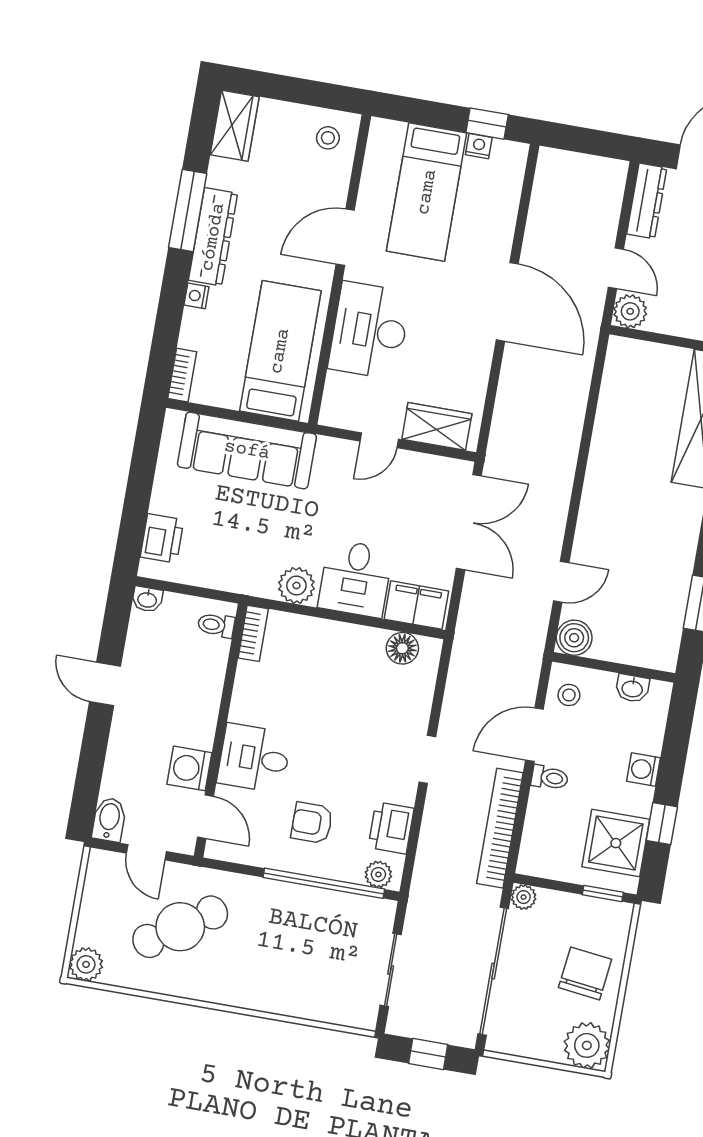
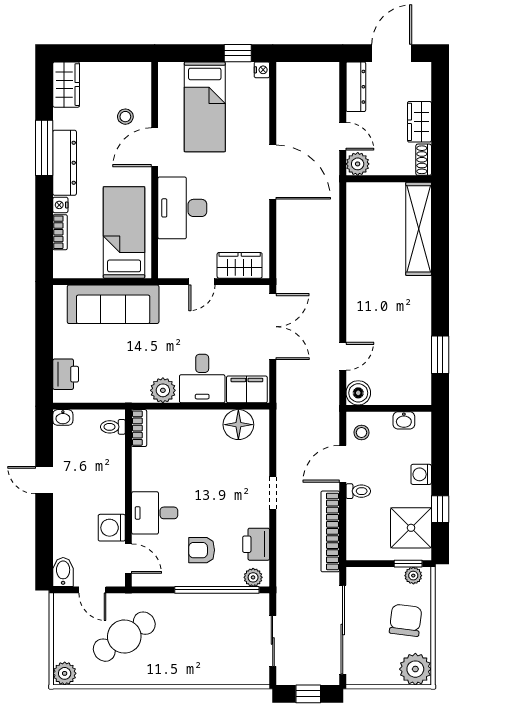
stool: (328, 138) -> (125, 117), moved
nightstand: (479, 146) -> (262, 70), moved, turned 90
bookcase: (182, 375) -> (60, 232), moved
floor lamp: (402, 648) -> (238, 425), width x1.38, depth x1.38
plant: (524, 897) -> (413, 576), moved

